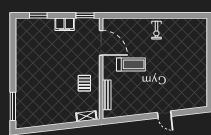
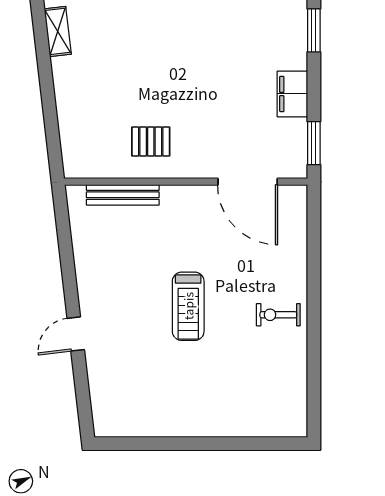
door: (101, 43) -> (248, 182), hinge flipped
treadmill: (131, 64) -> (188, 306), moved
shelving: (86, 116) -> (58, 31), moved

